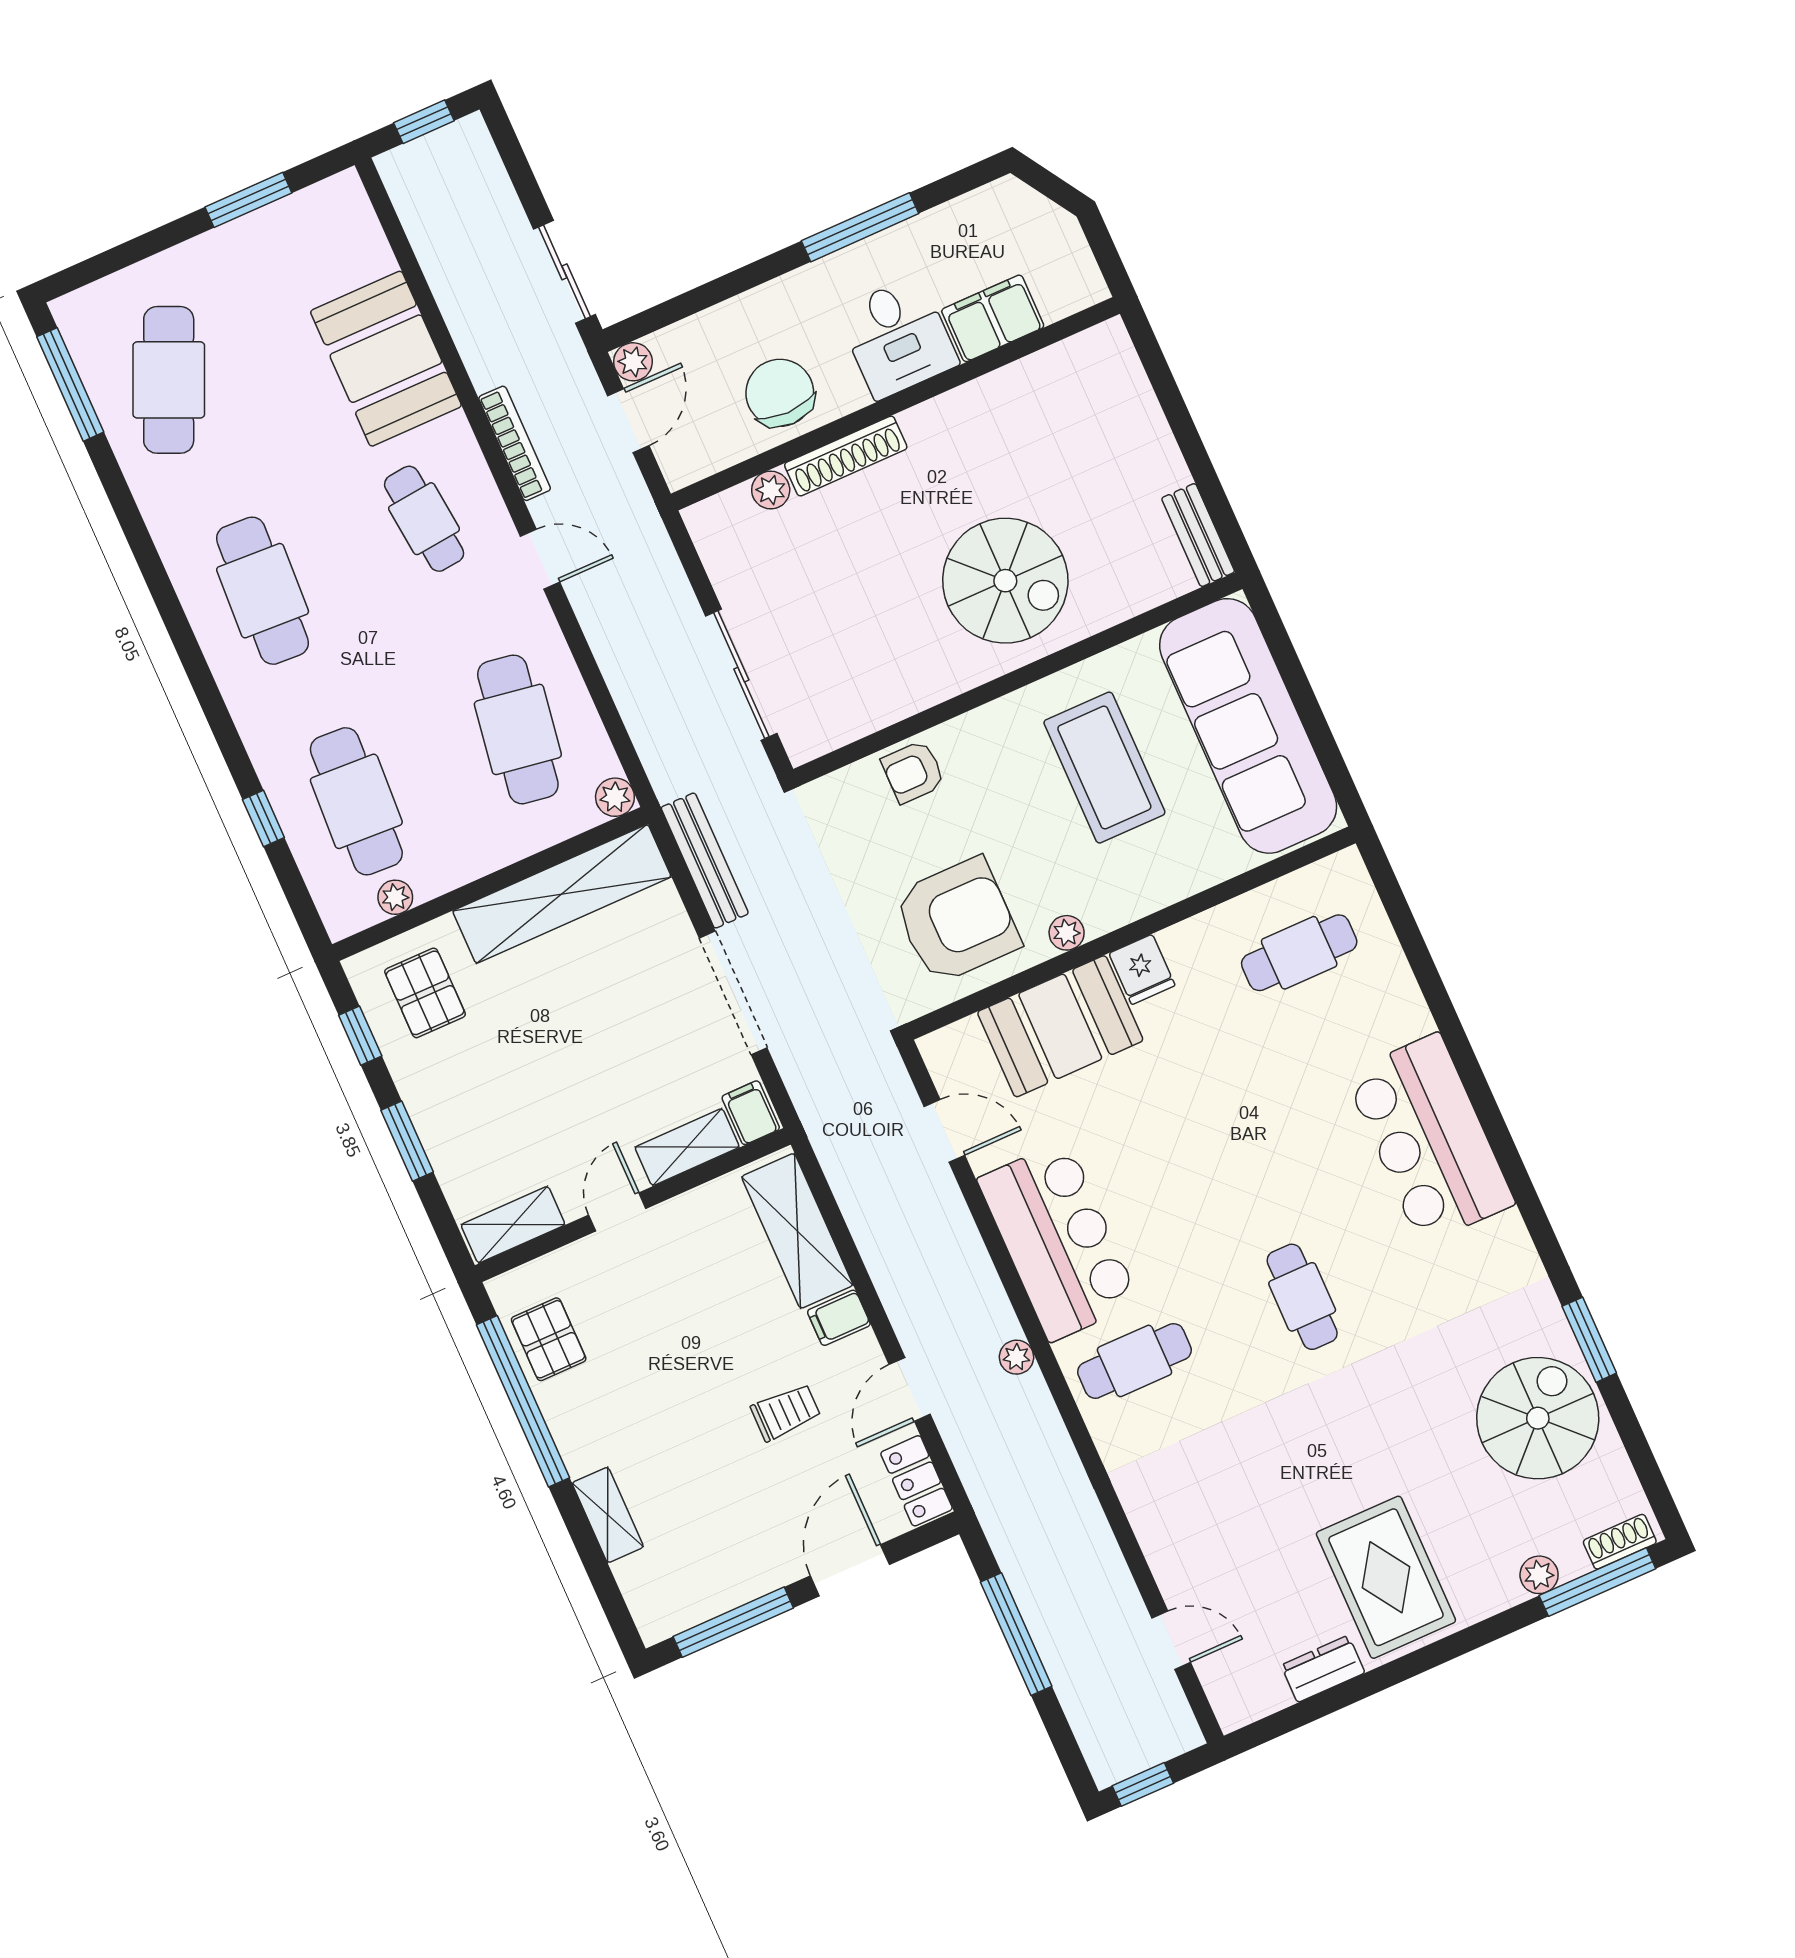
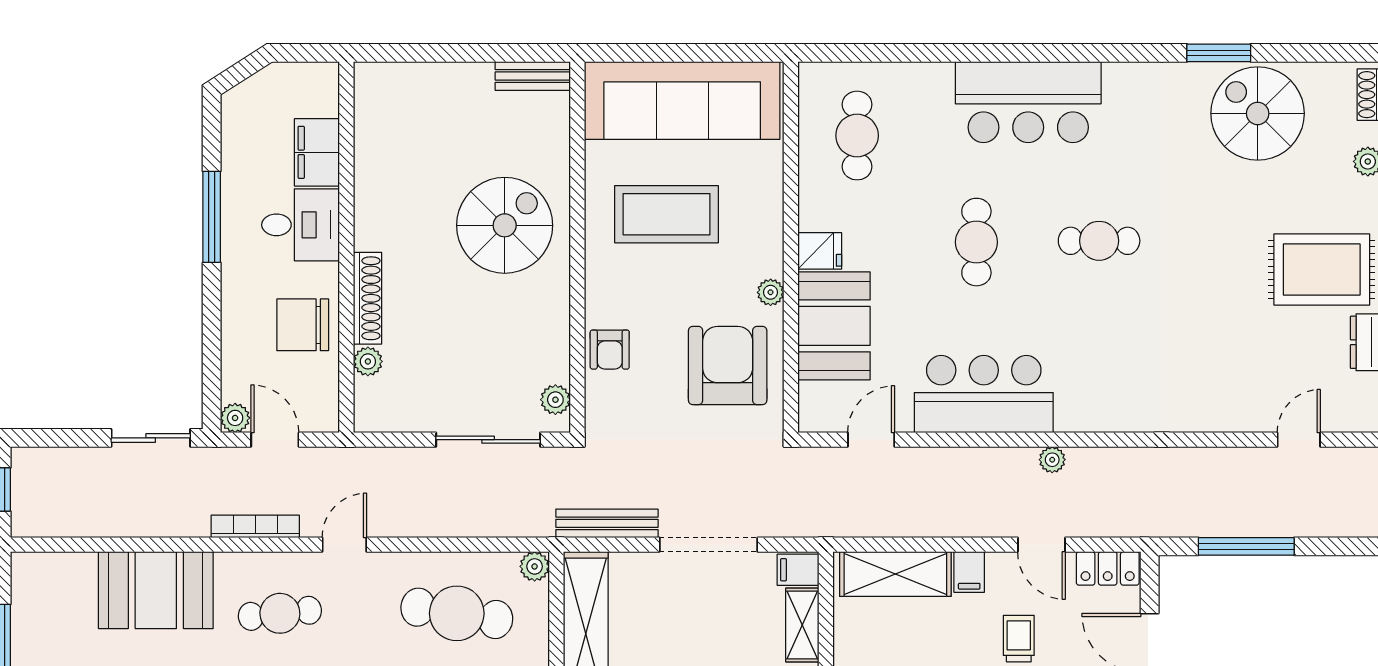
plant: (825, 734) -> (555, 400), added
cafe table: (1134, 1361) -> (976, 242), moved

